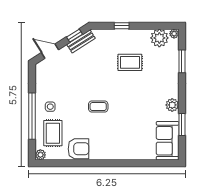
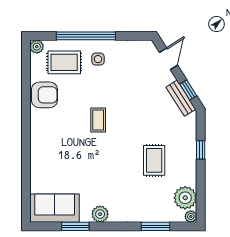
armchair: (78, 149) -> (44, 95), turned -90

